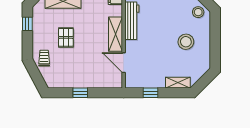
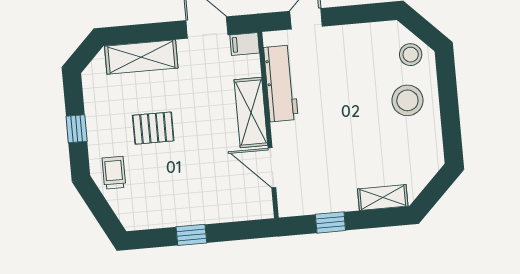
window: (27, 24) -> (77, 129), moved
pallet: (66, 37) -> (153, 128), turned 90
stool: (186, 42) -> (407, 100), moved

